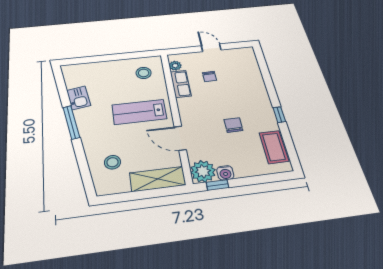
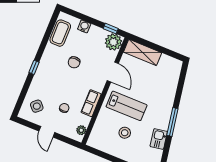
side table: (240, 64) -> (37, 106), added
stool: (144, 73) -> (125, 133), moved
row of seats: (181, 84) -> (91, 103), moved
window: (279, 115) -> (34, 67), moved
stool: (113, 162) -> (162, 79), removed
water cooler: (225, 173) -> (84, 26), moved

